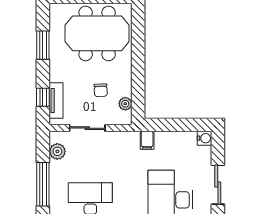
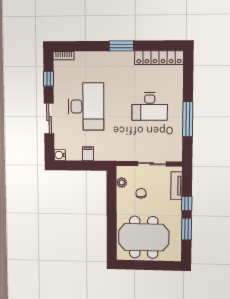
window: (43, 97) -> (187, 203), moved
filing cabinet: (147, 140) -> (88, 154), moved
plant: (57, 151) -> (176, 145), removed

